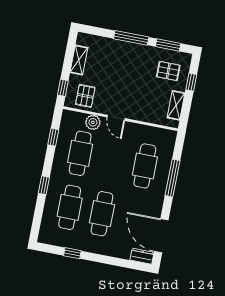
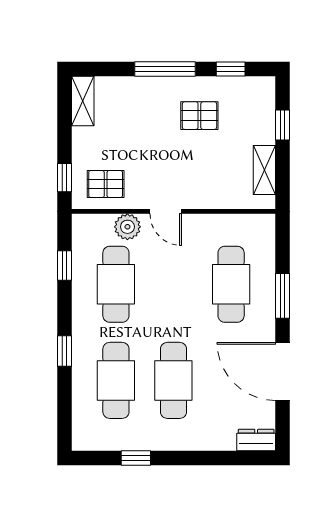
window: (168, 45) -> (231, 69), width x0.67
shelving: (79, 60) -> (83, 101), moved
pallet: (168, 71) -> (199, 116), moved
pallet: (85, 96) -> (106, 184), turned 90
window: (172, 178) -> (283, 296), width x0.69
door: (161, 236) -> (283, 371), moved

